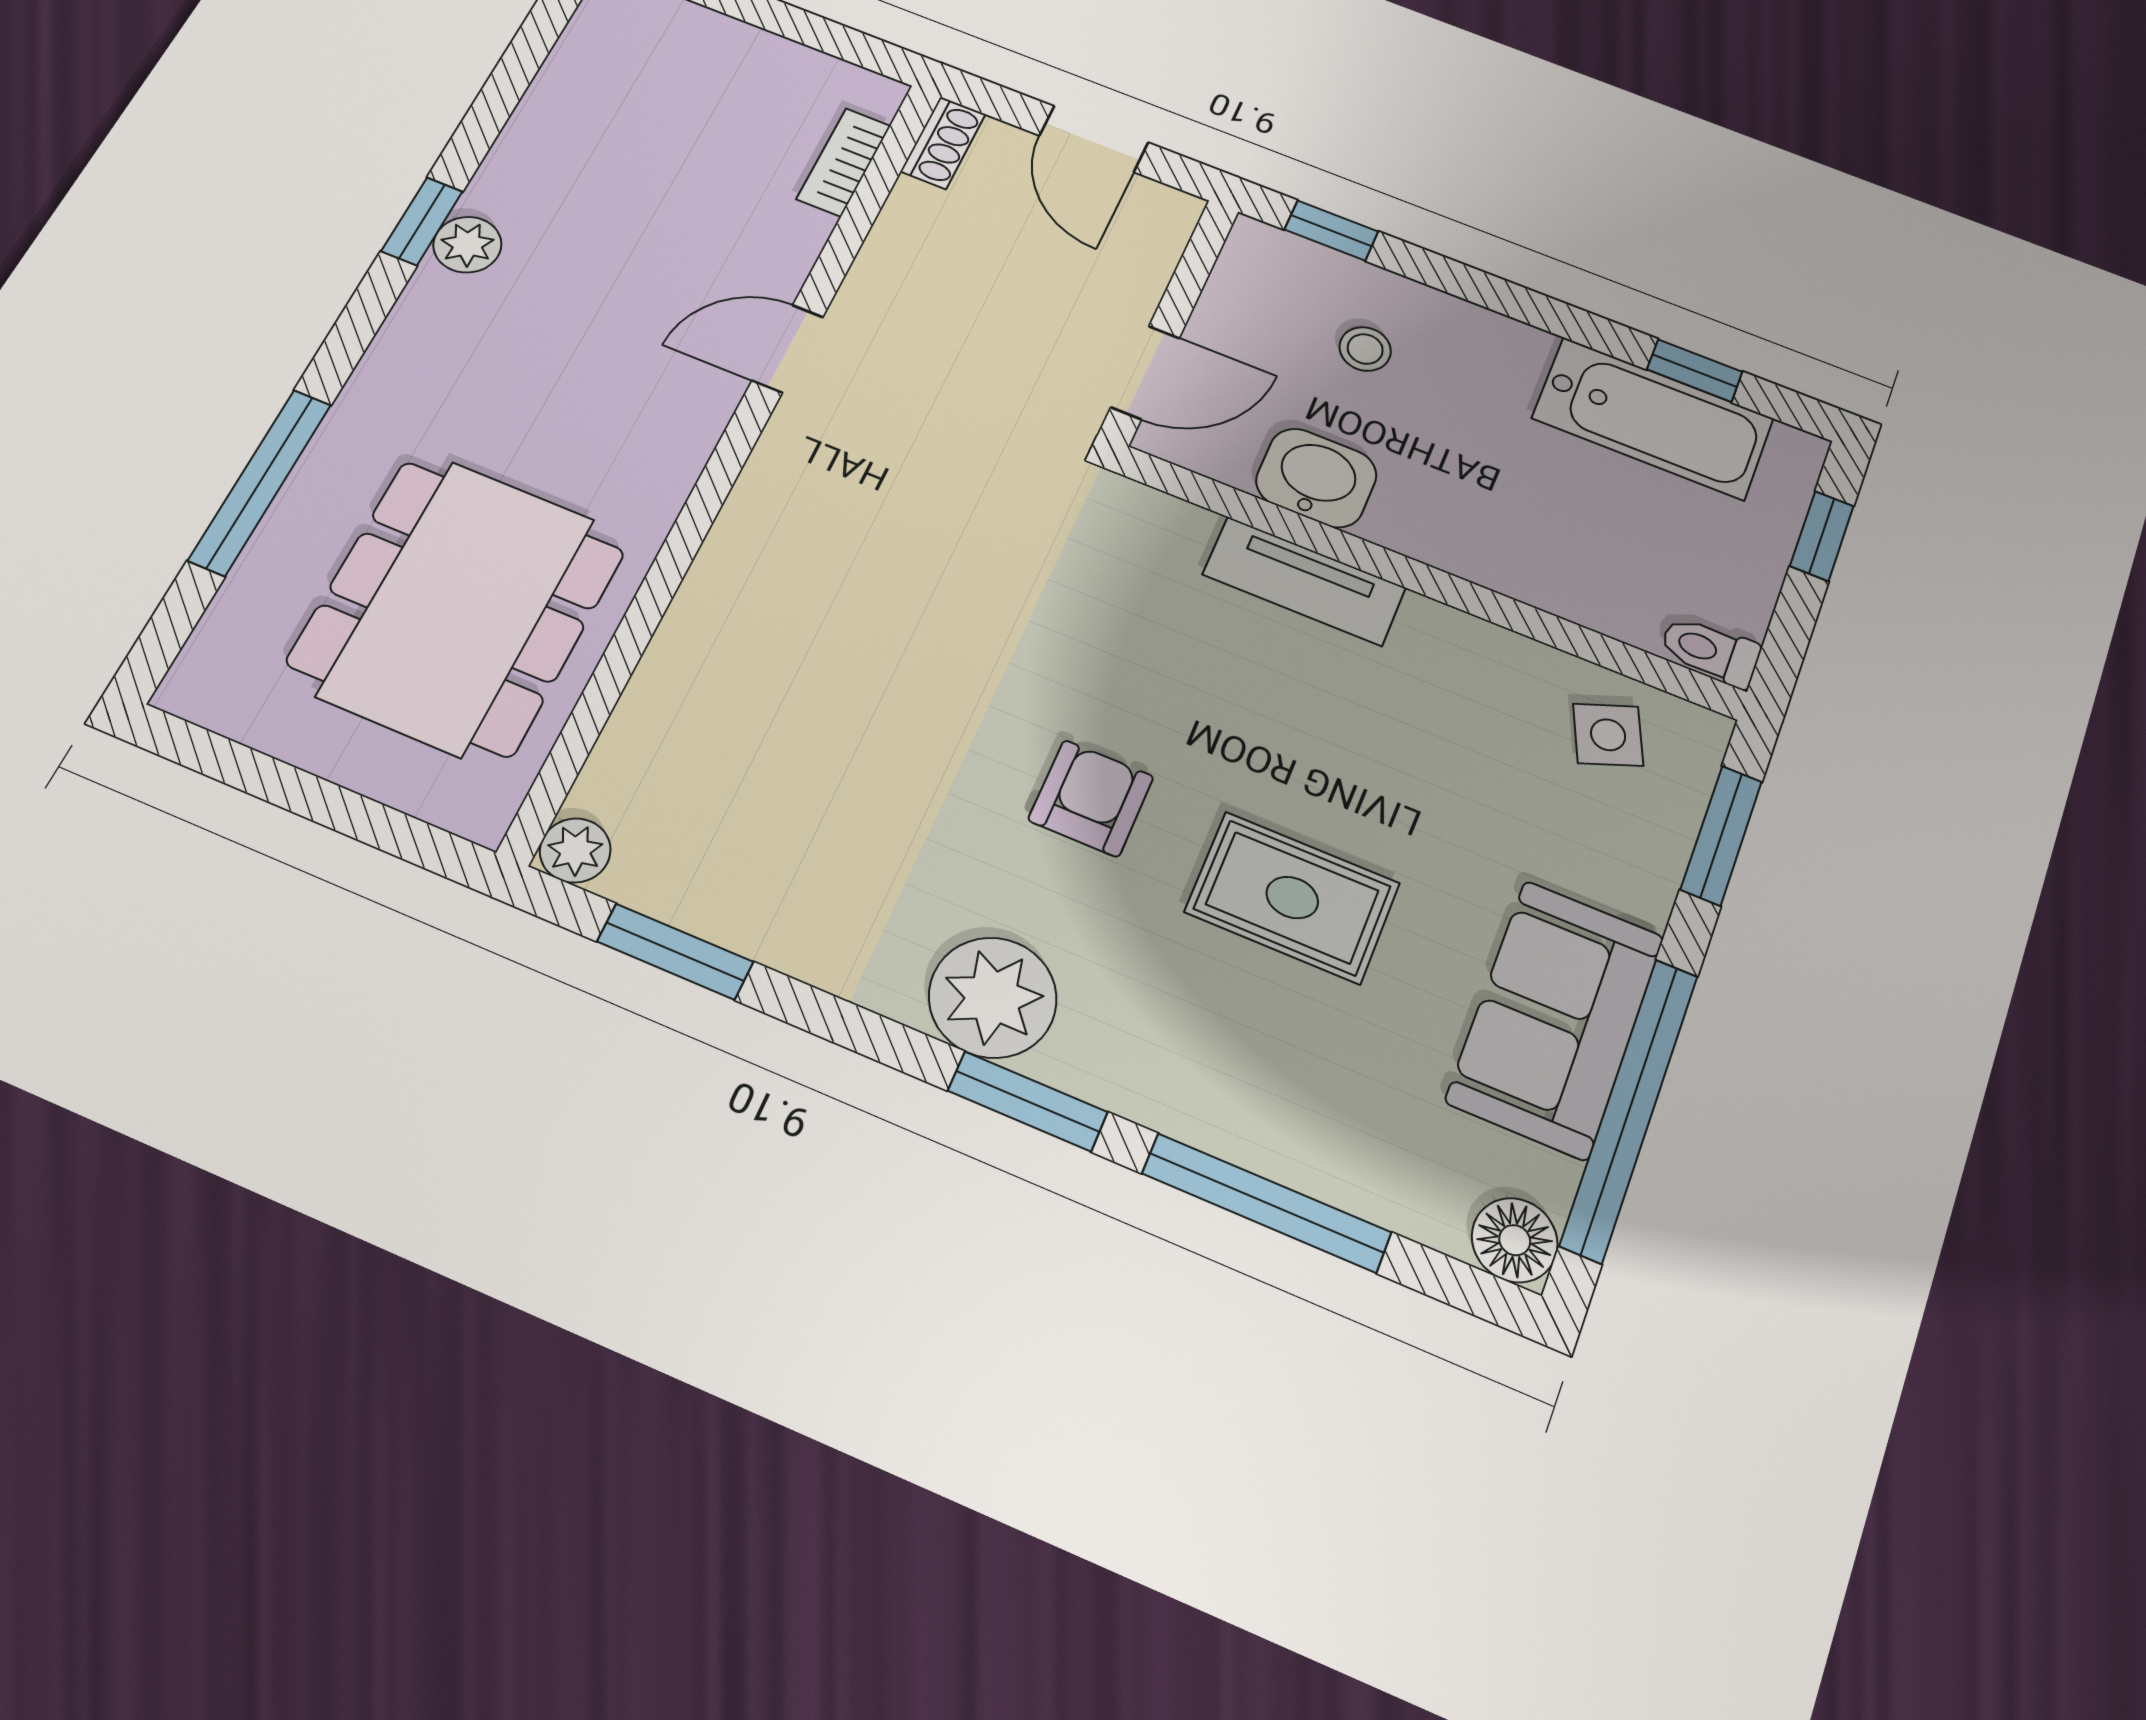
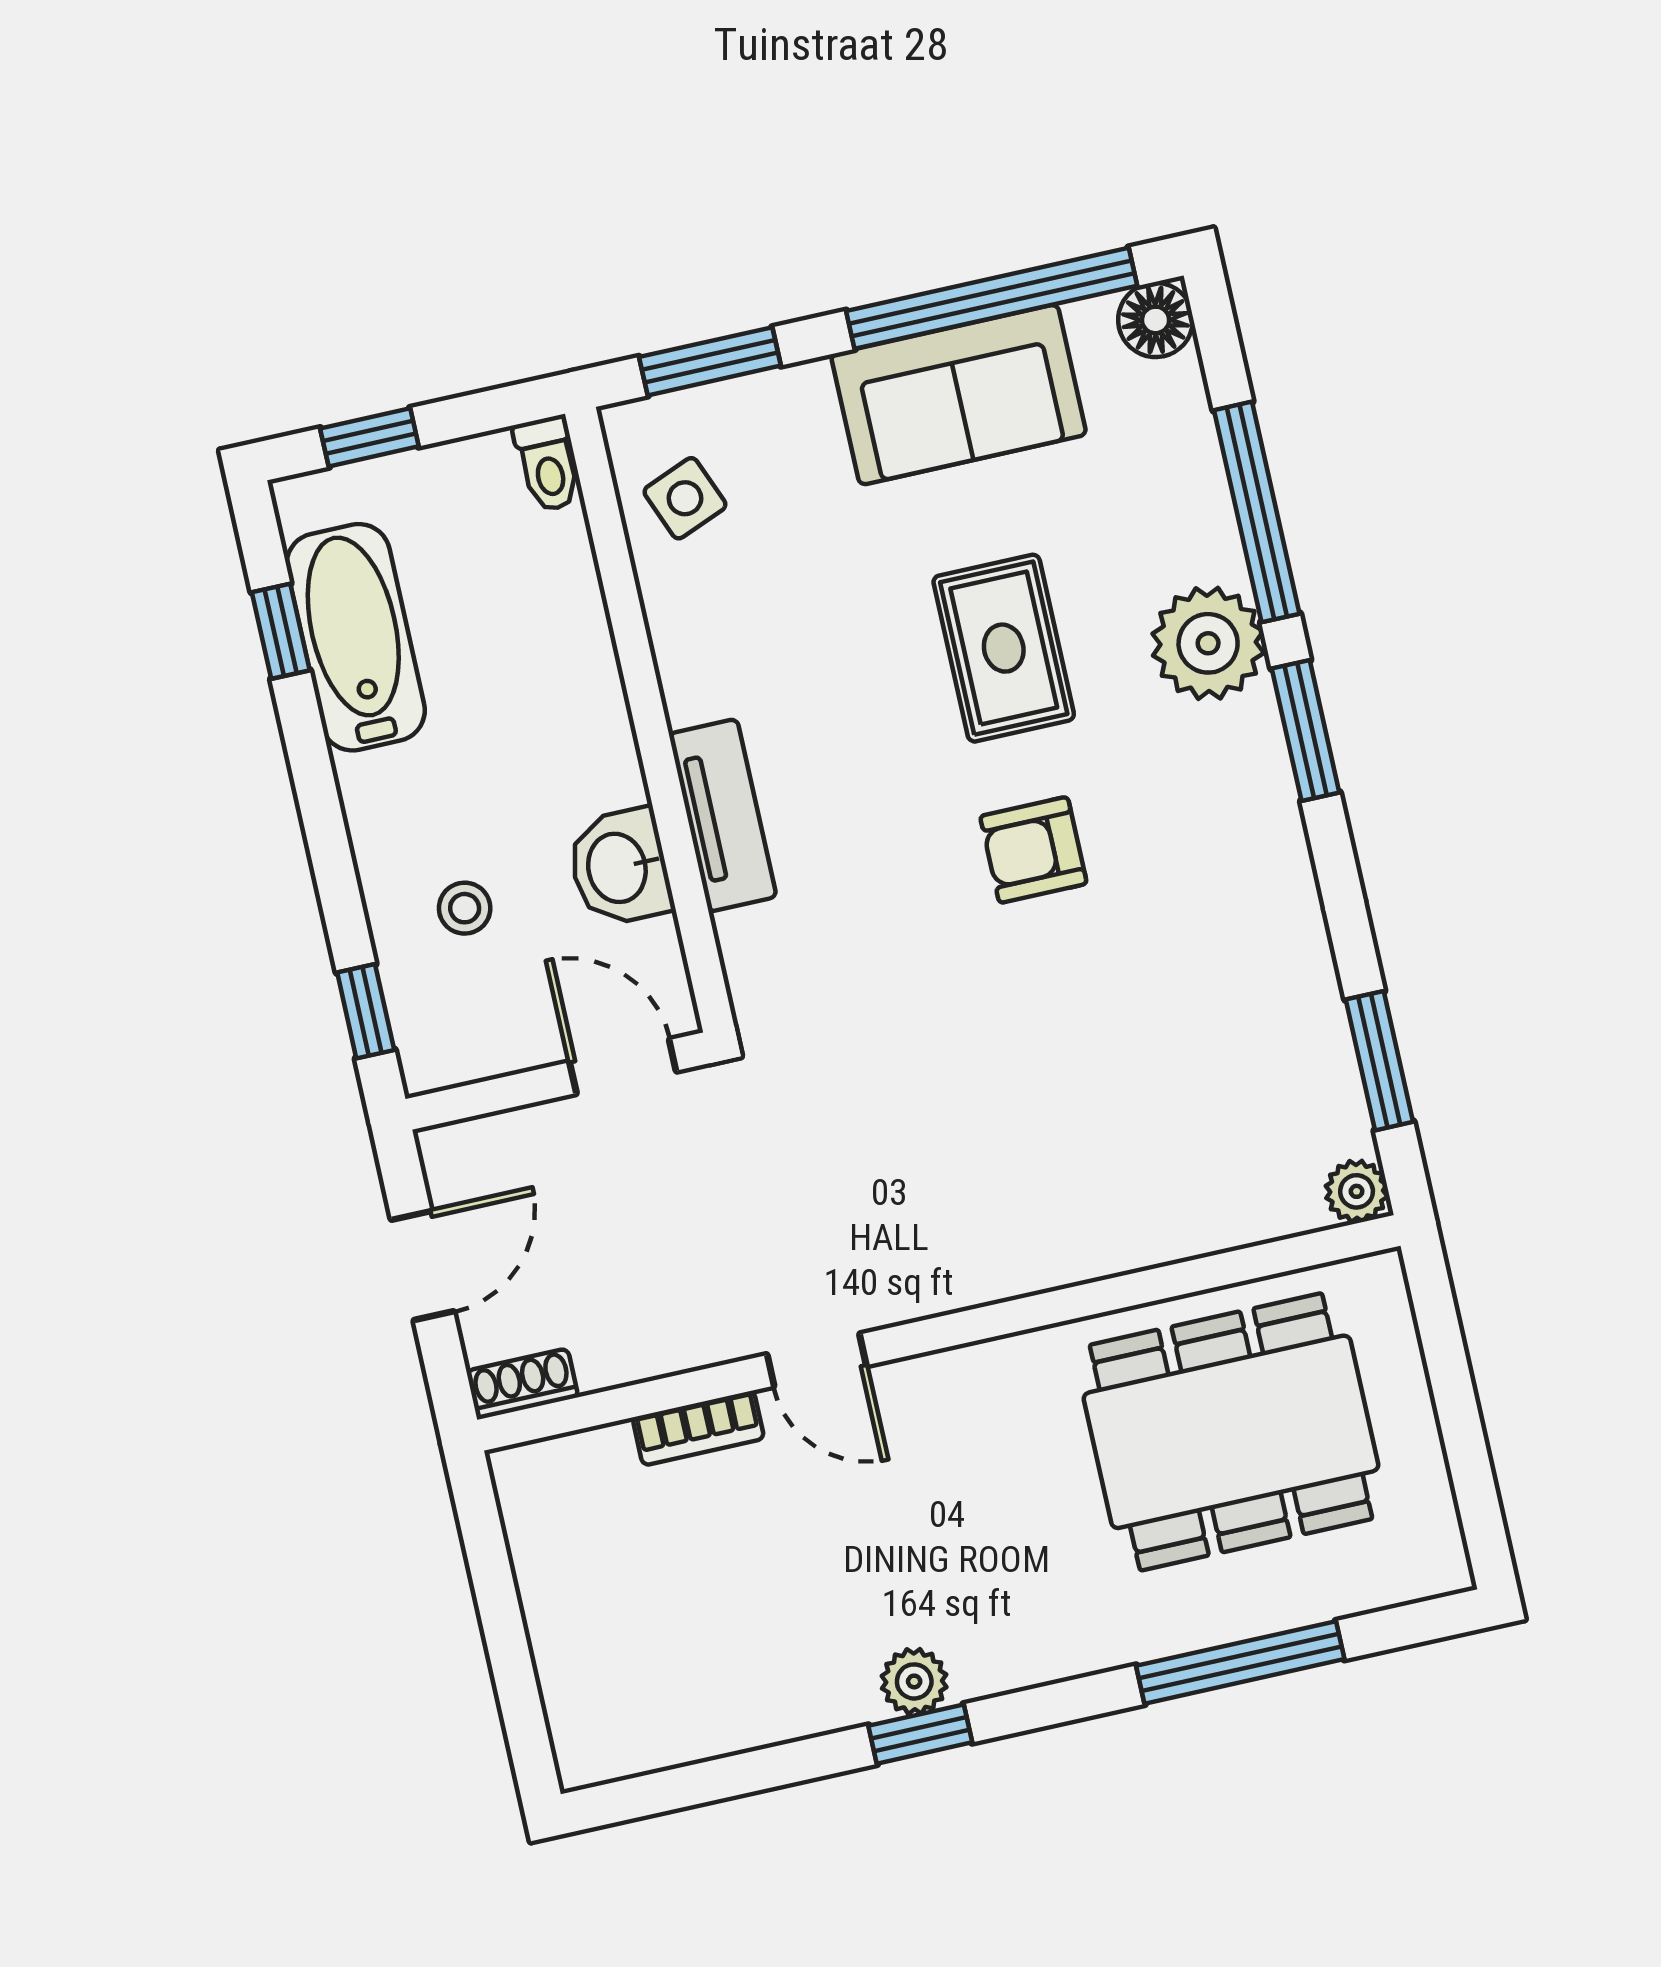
bookcase: (844, 162) -> (698, 1428), moved
plant: (993, 997) -> (1208, 643), moved

